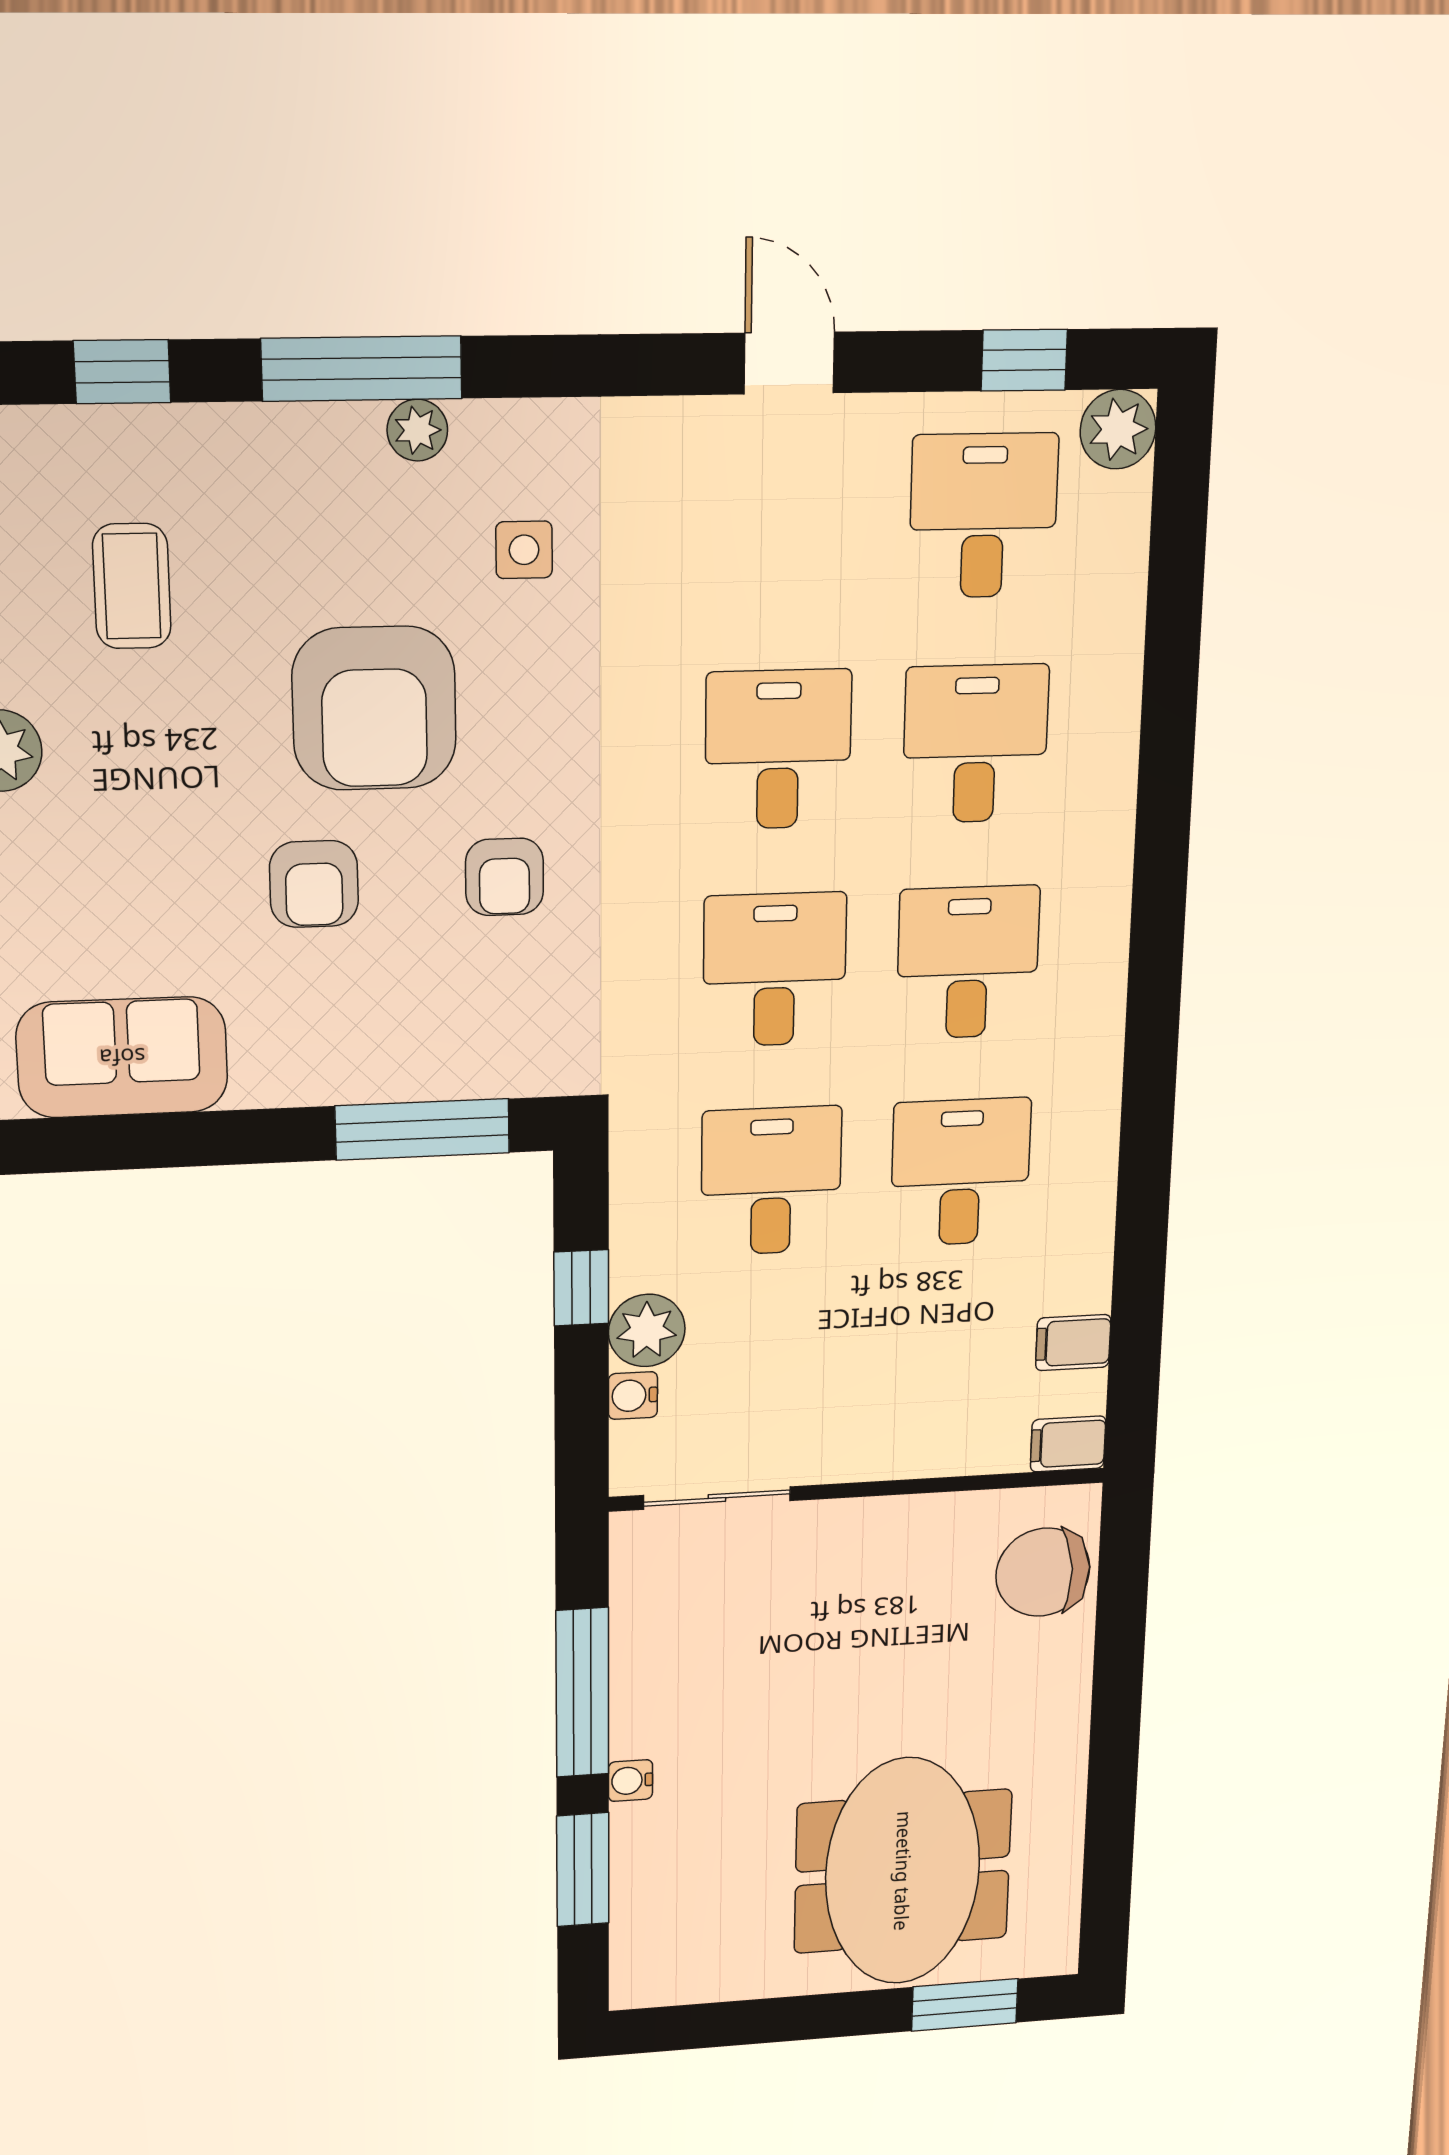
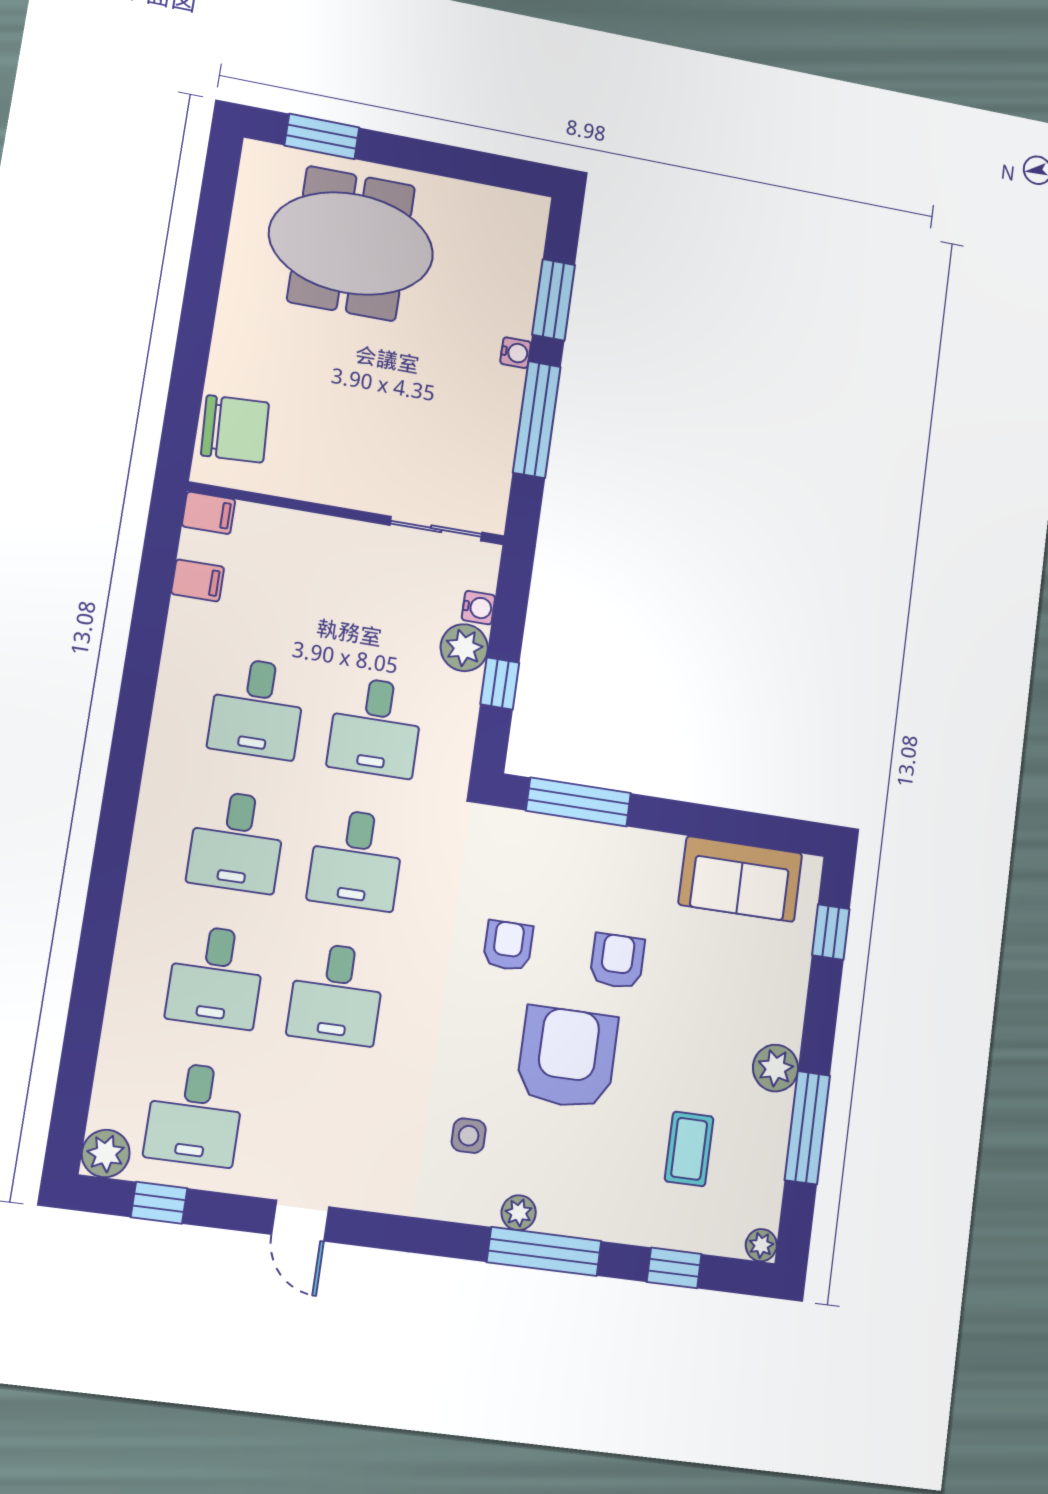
meeting table: (903, 1871) -> (351, 244), turned 90

